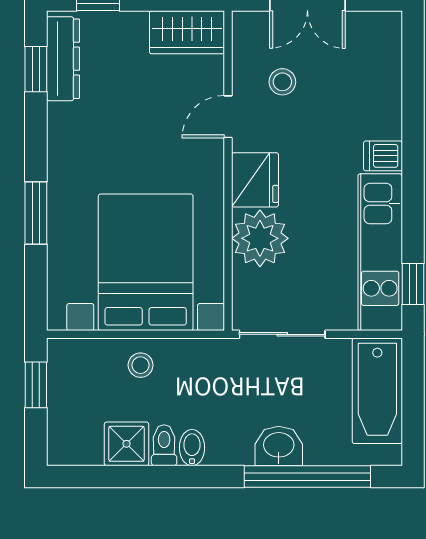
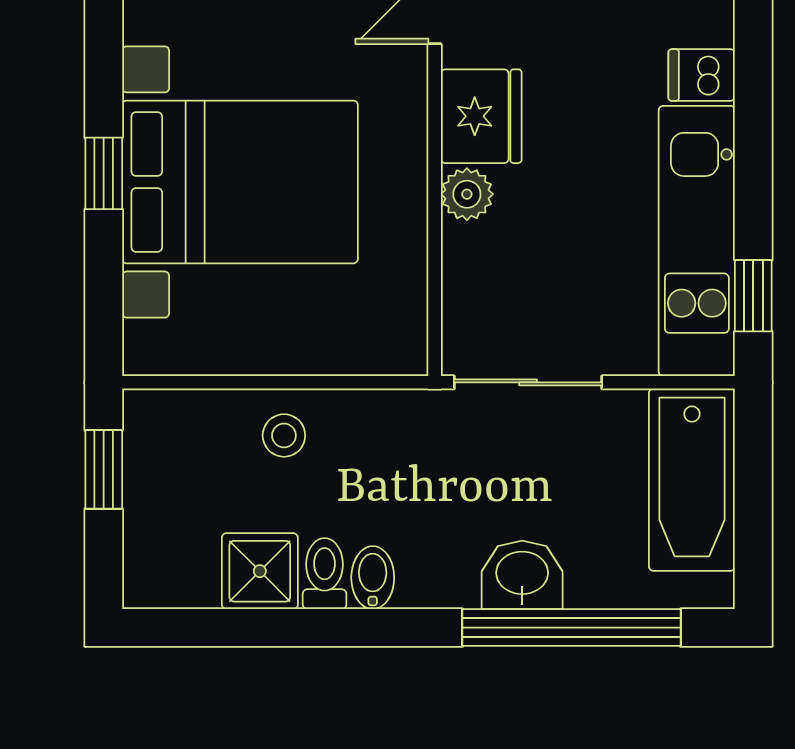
window: (36, 213) -> (104, 173), width x0.67
plant: (260, 238) -> (467, 194), width x0.53, depth x0.53
bed with nightstands: (146, 262) -> (240, 182), moved, turned 90

